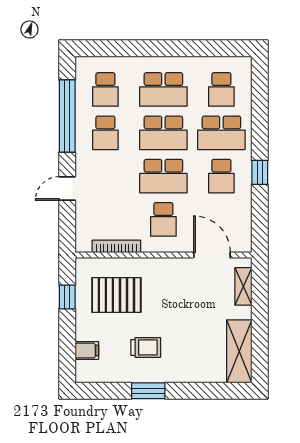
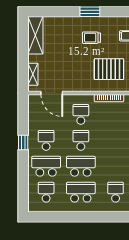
school desk: (105, 133) -> (116, 166), removed
school desk: (163, 176) -> (81, 140), width x0.54

